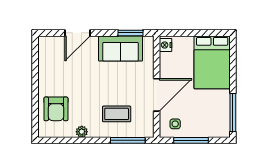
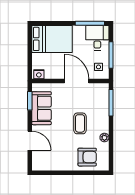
coffee table: (117, 114) -> (80, 123), moved
desk: (214, 122) -> (97, 38), added

